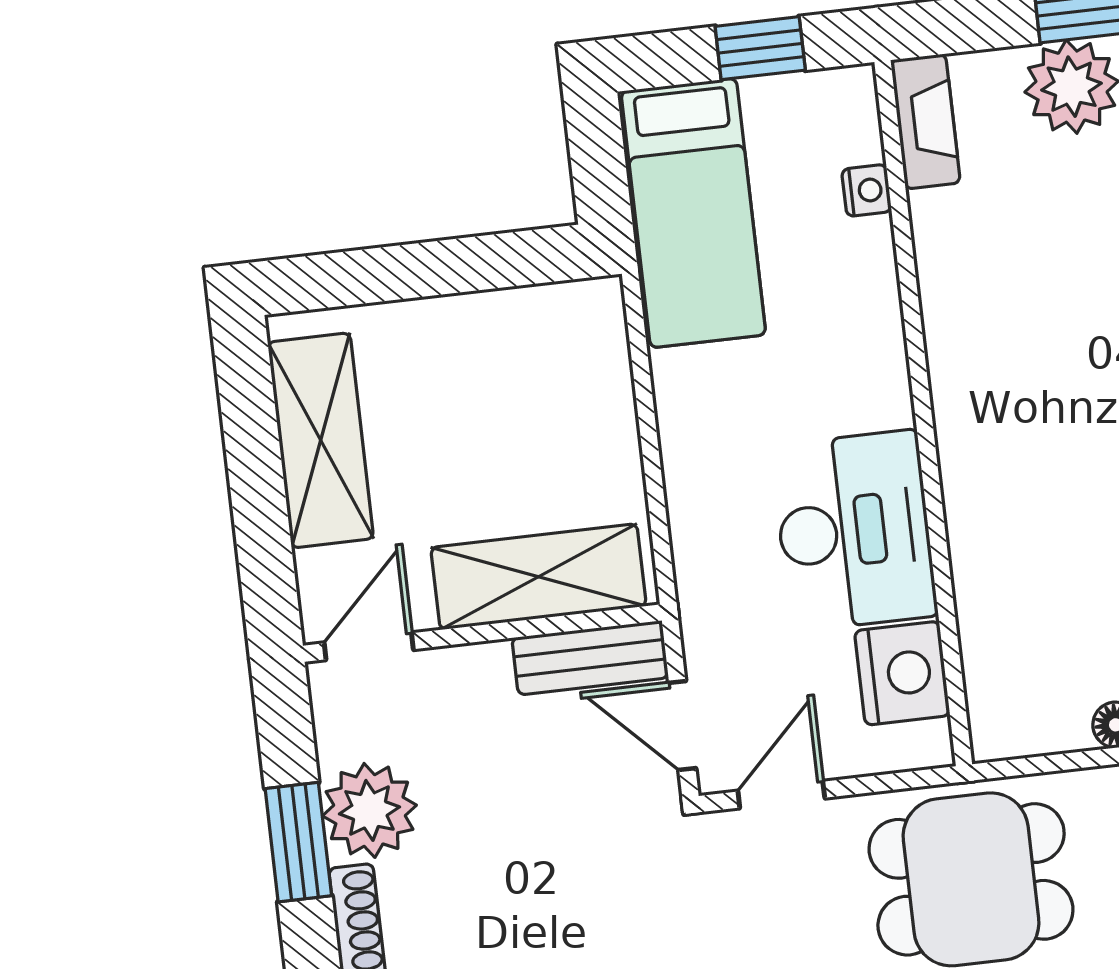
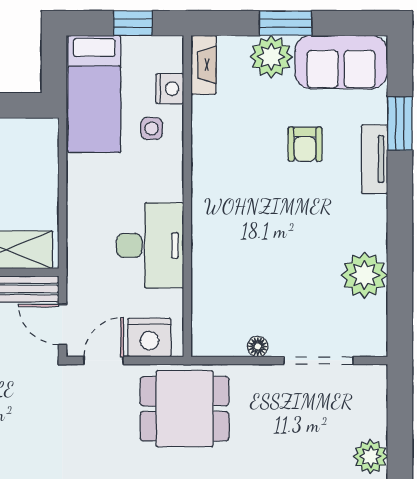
nightstand: (867, 190) -> (170, 89), width x1.39, depth x1.35
side table: (828, 274) -> (152, 128), added
nightstand: (902, 673) -> (149, 337), moved, turned 90

